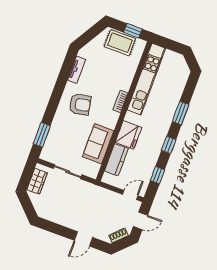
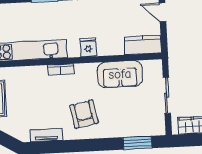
fridge: (128, 135) -> (88, 47), width x0.53, depth x0.75
kitchen counter: (116, 160) -> (143, 45), moved

